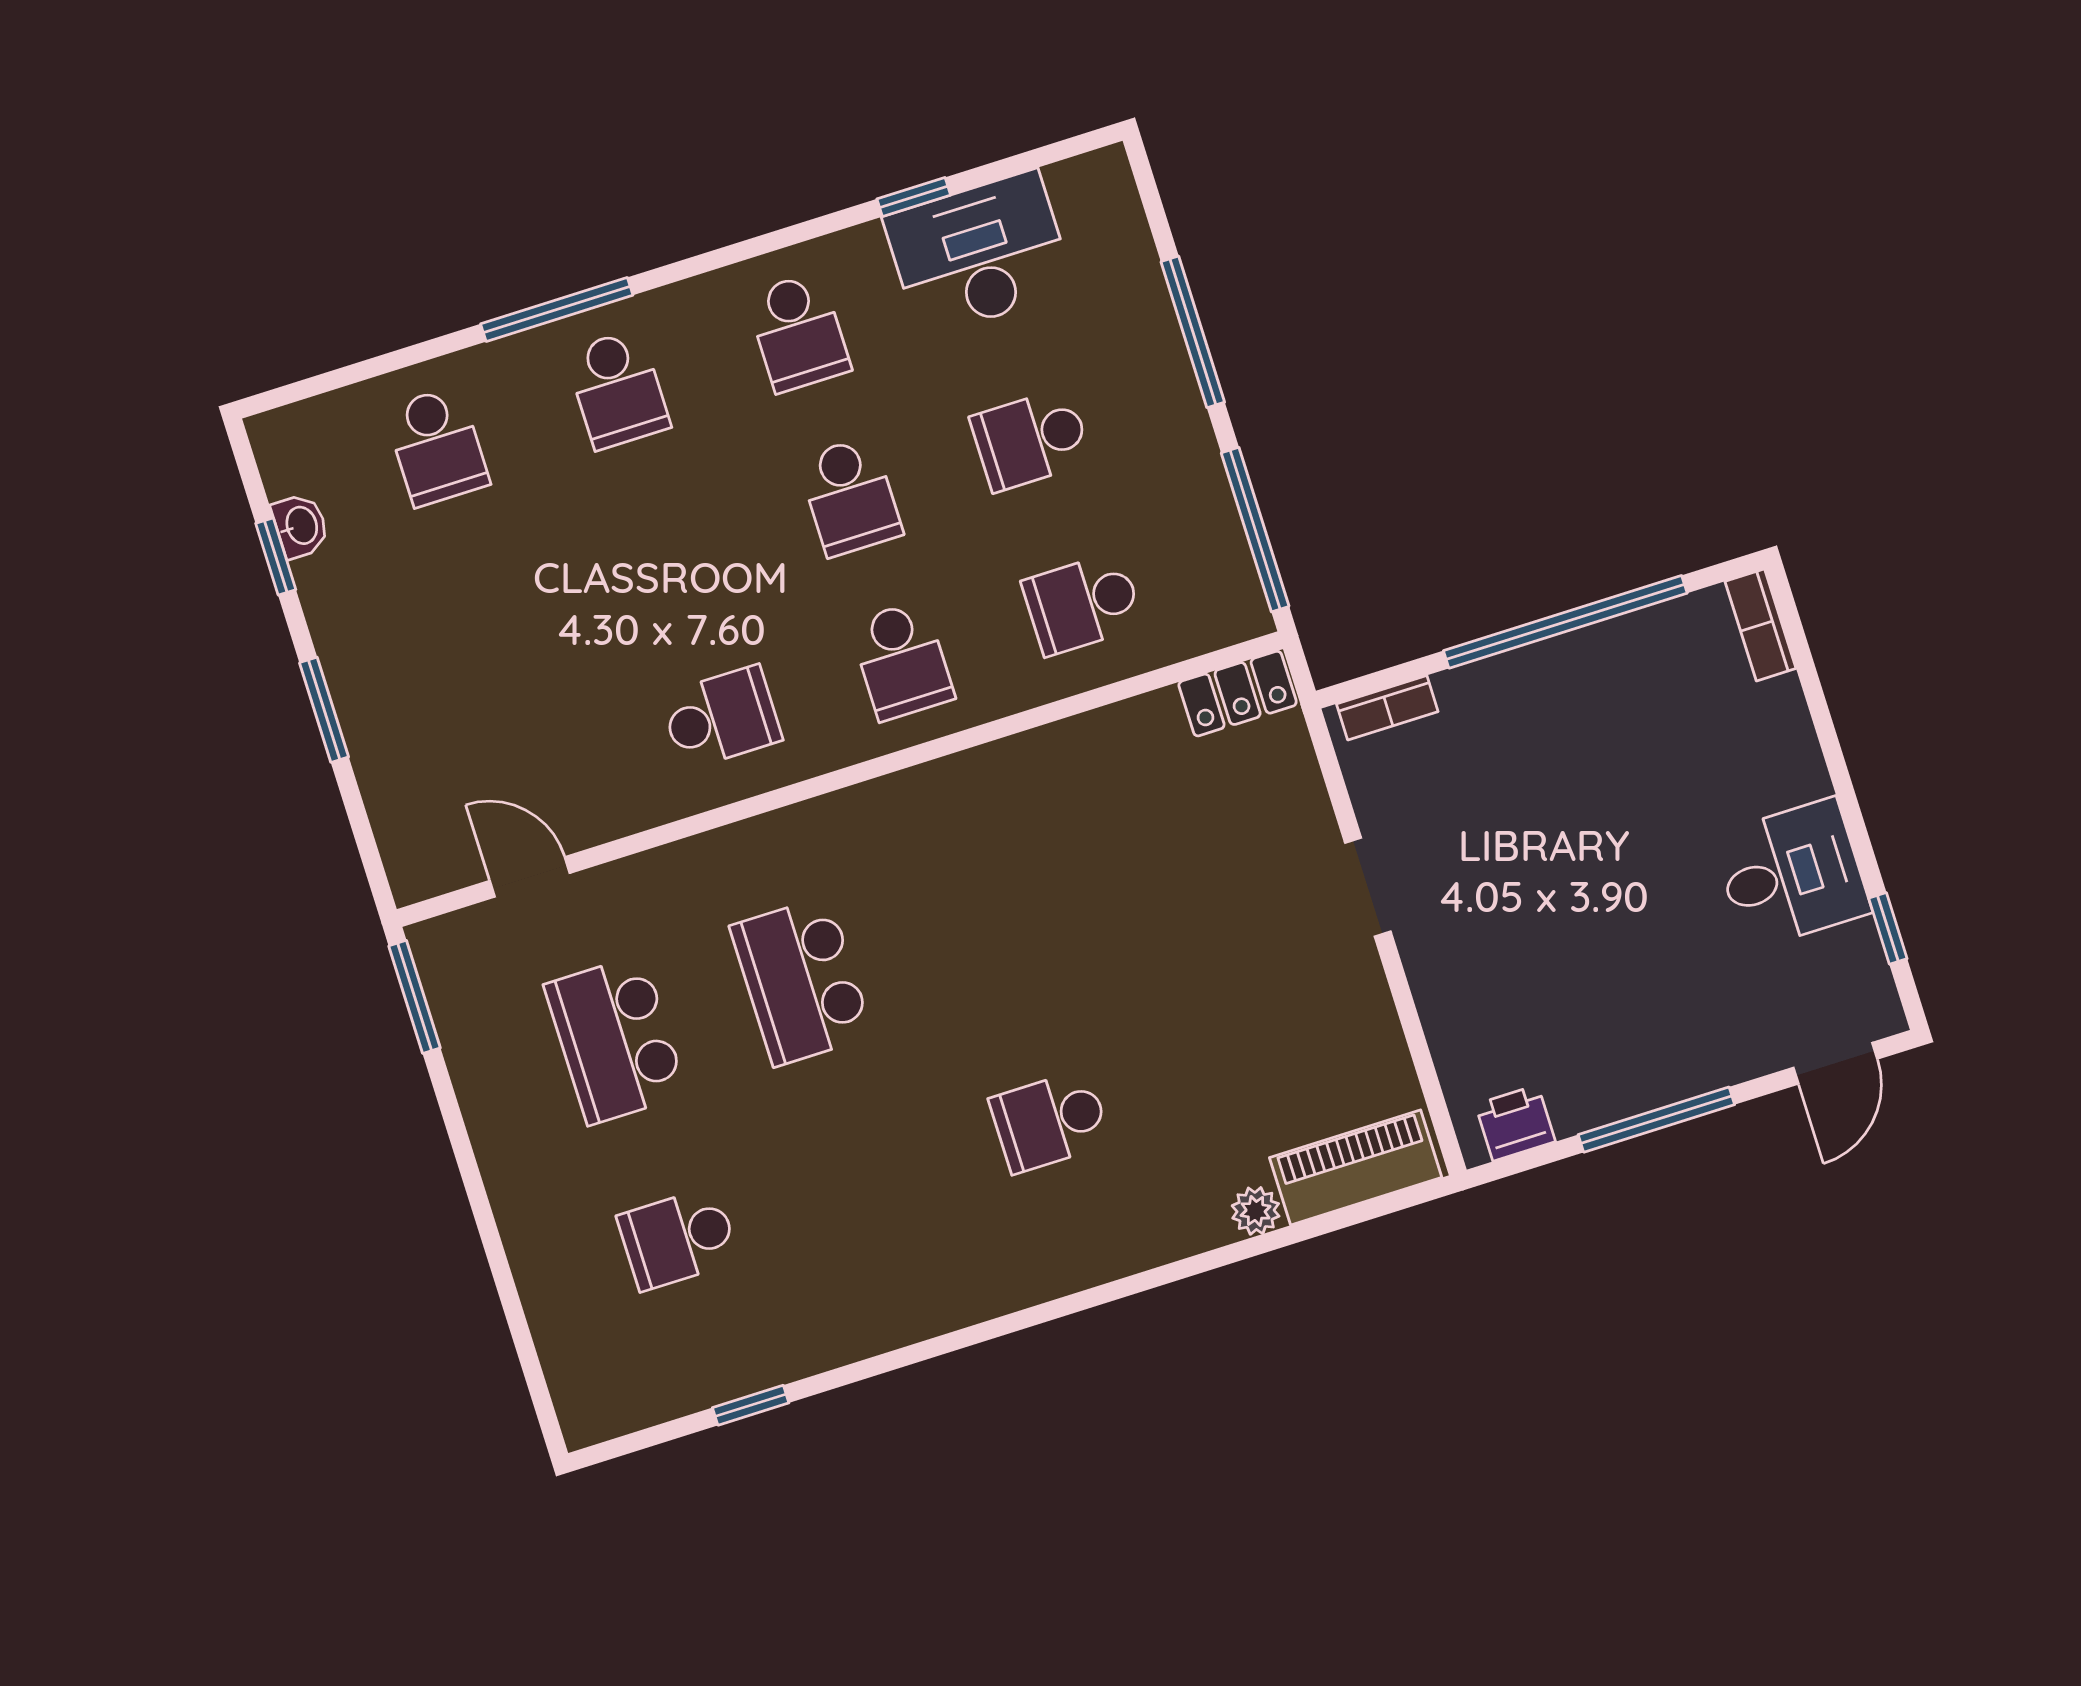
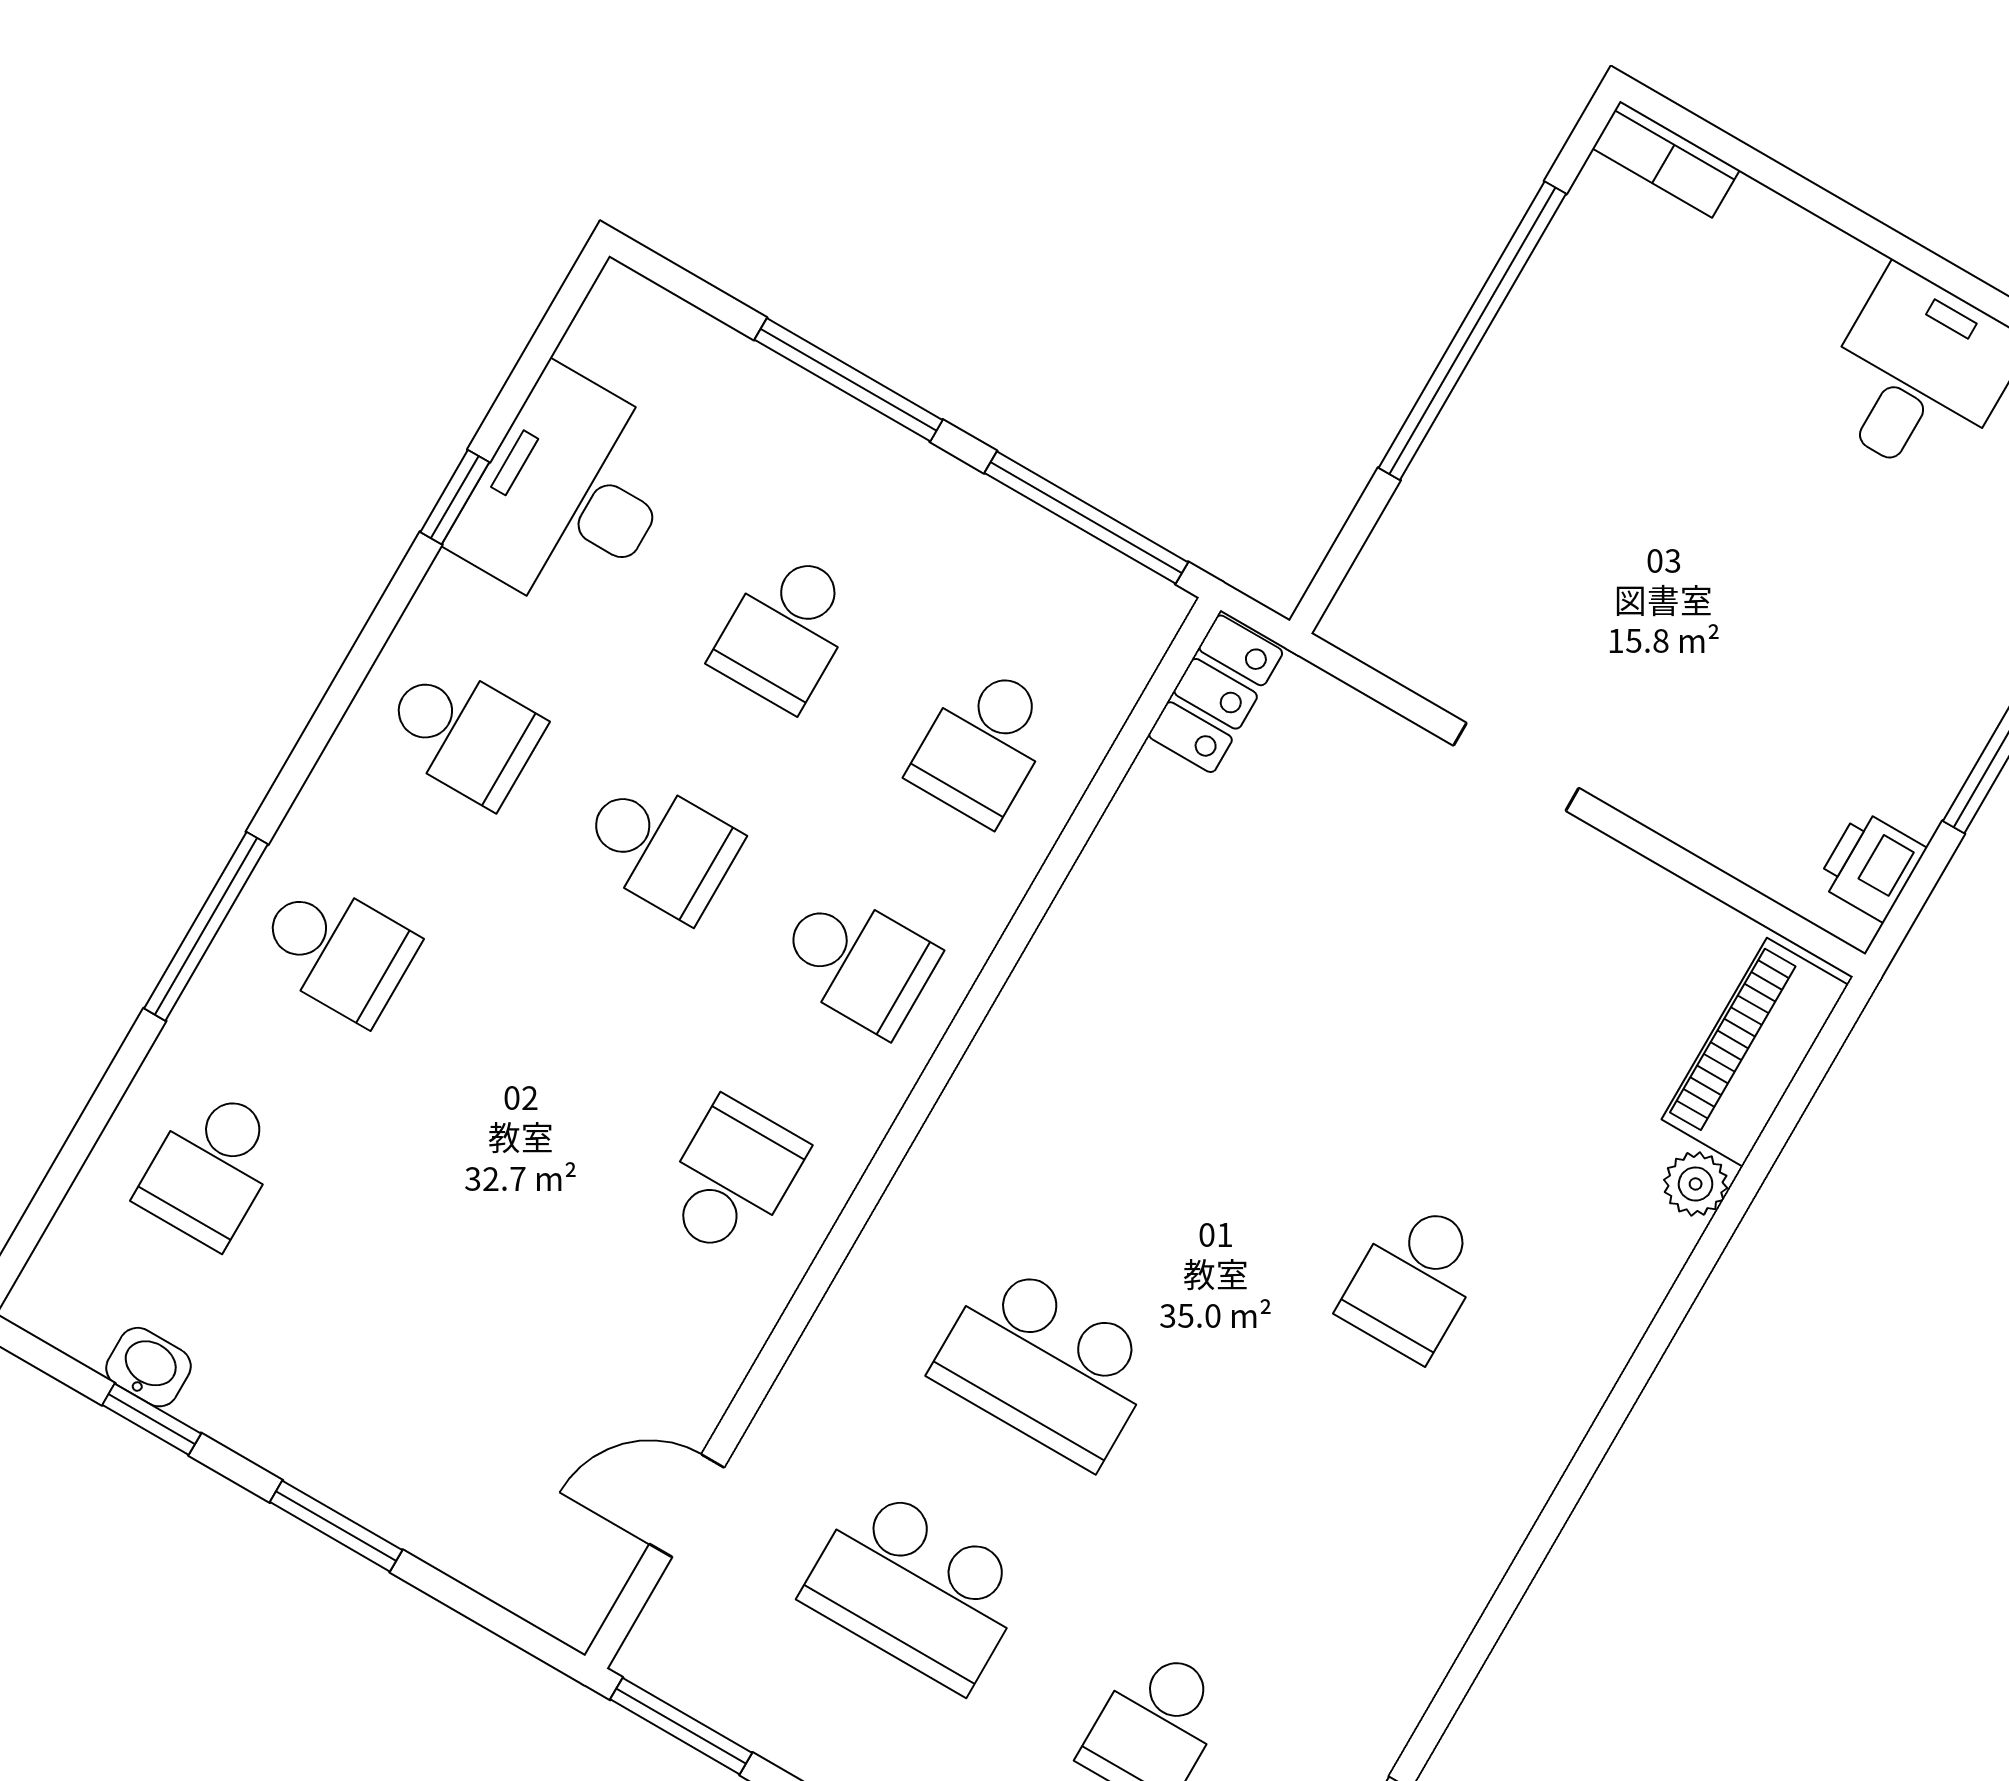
school desk: (437, 446) -> (211, 1167), turned 90
bookcase: (1387, 708) -> (1375, 574), removed

